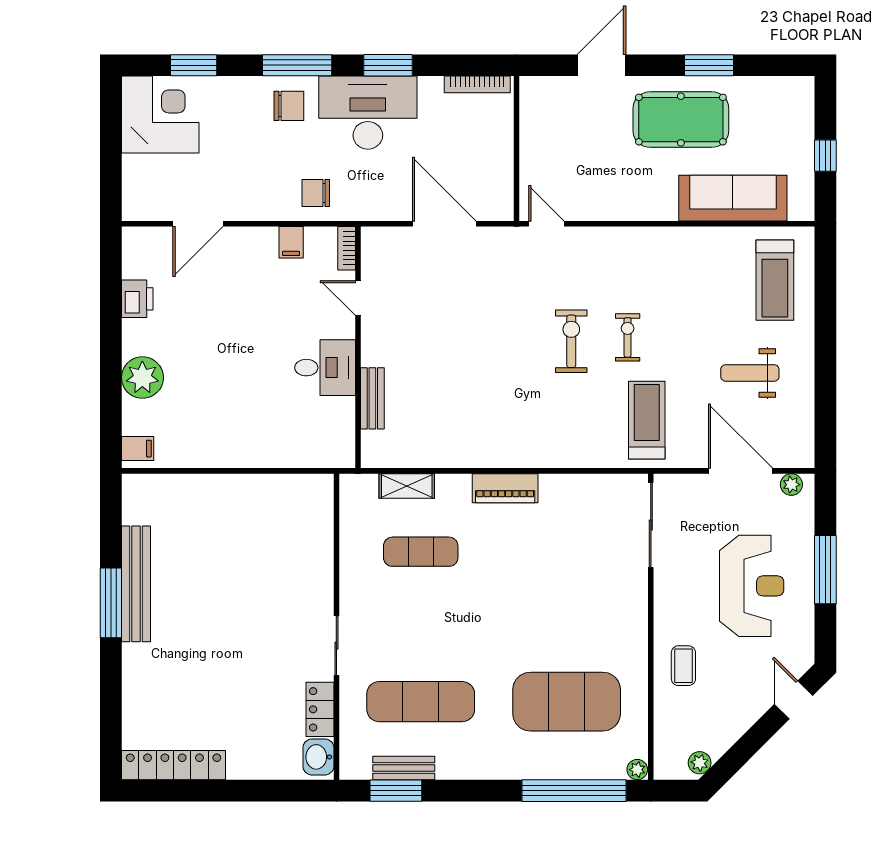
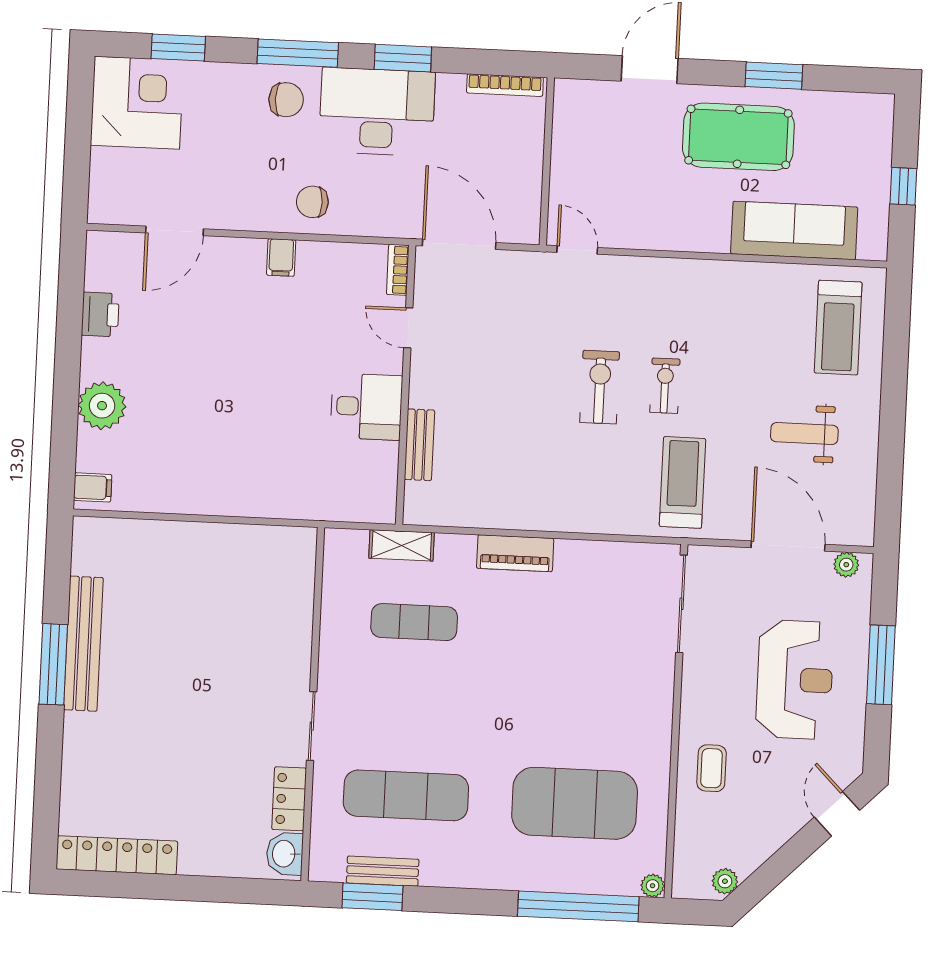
bookcase: (347, 248) -> (398, 270), moved
door: (358, 298) -> (408, 328), moved
wall: (358, 347) -> (406, 385), moved
desk: (325, 368) -> (366, 407), moved
bench: (372, 398) -> (419, 445), moved

